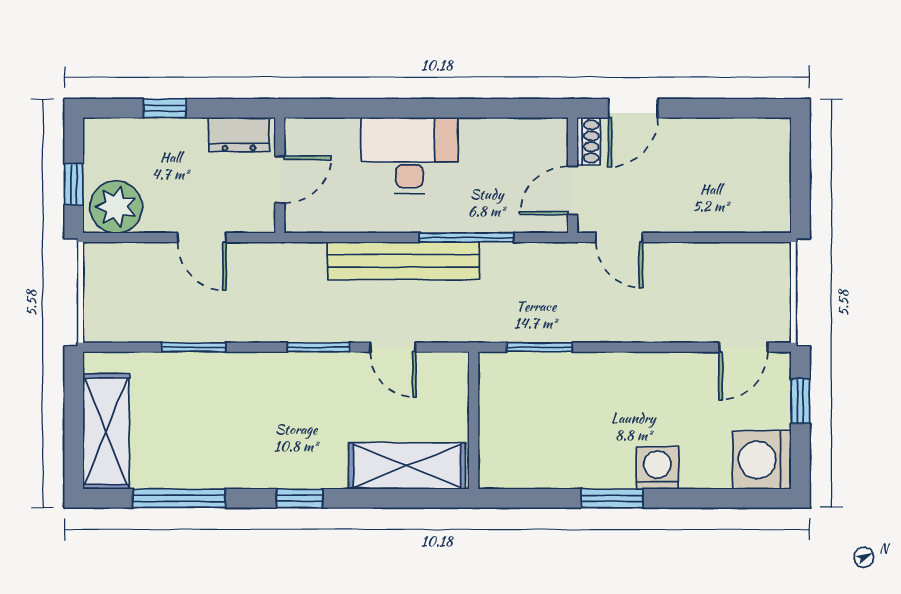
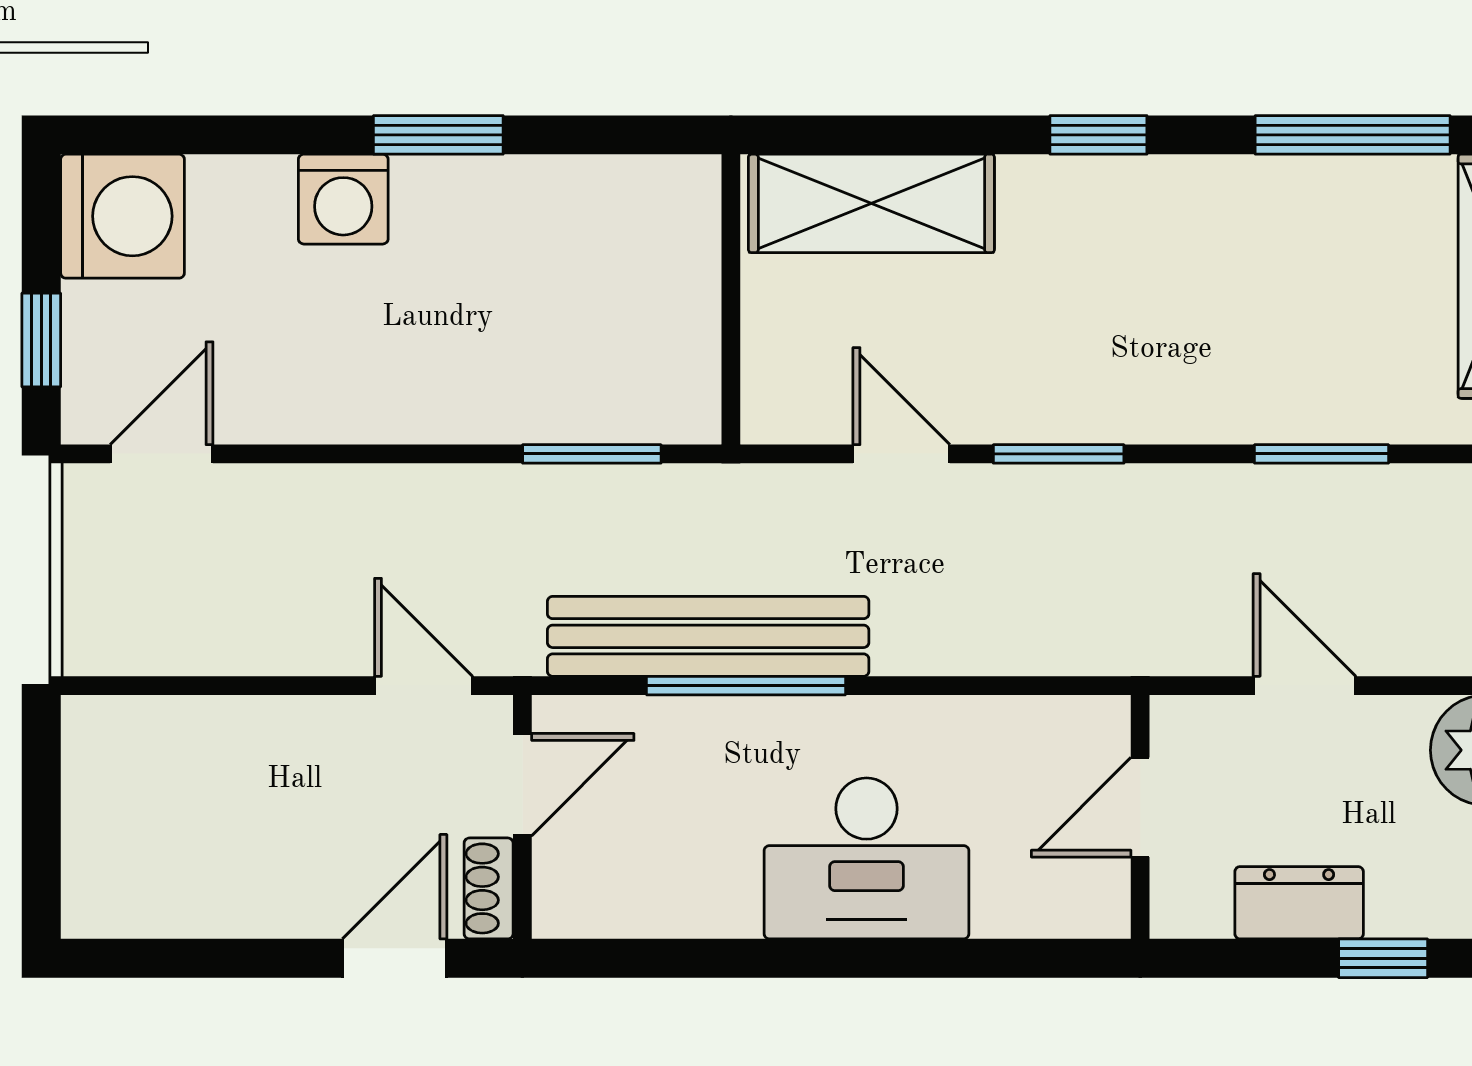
dresser: (239, 135) -> (1299, 903), moved
bench: (403, 261) -> (708, 636), moved

